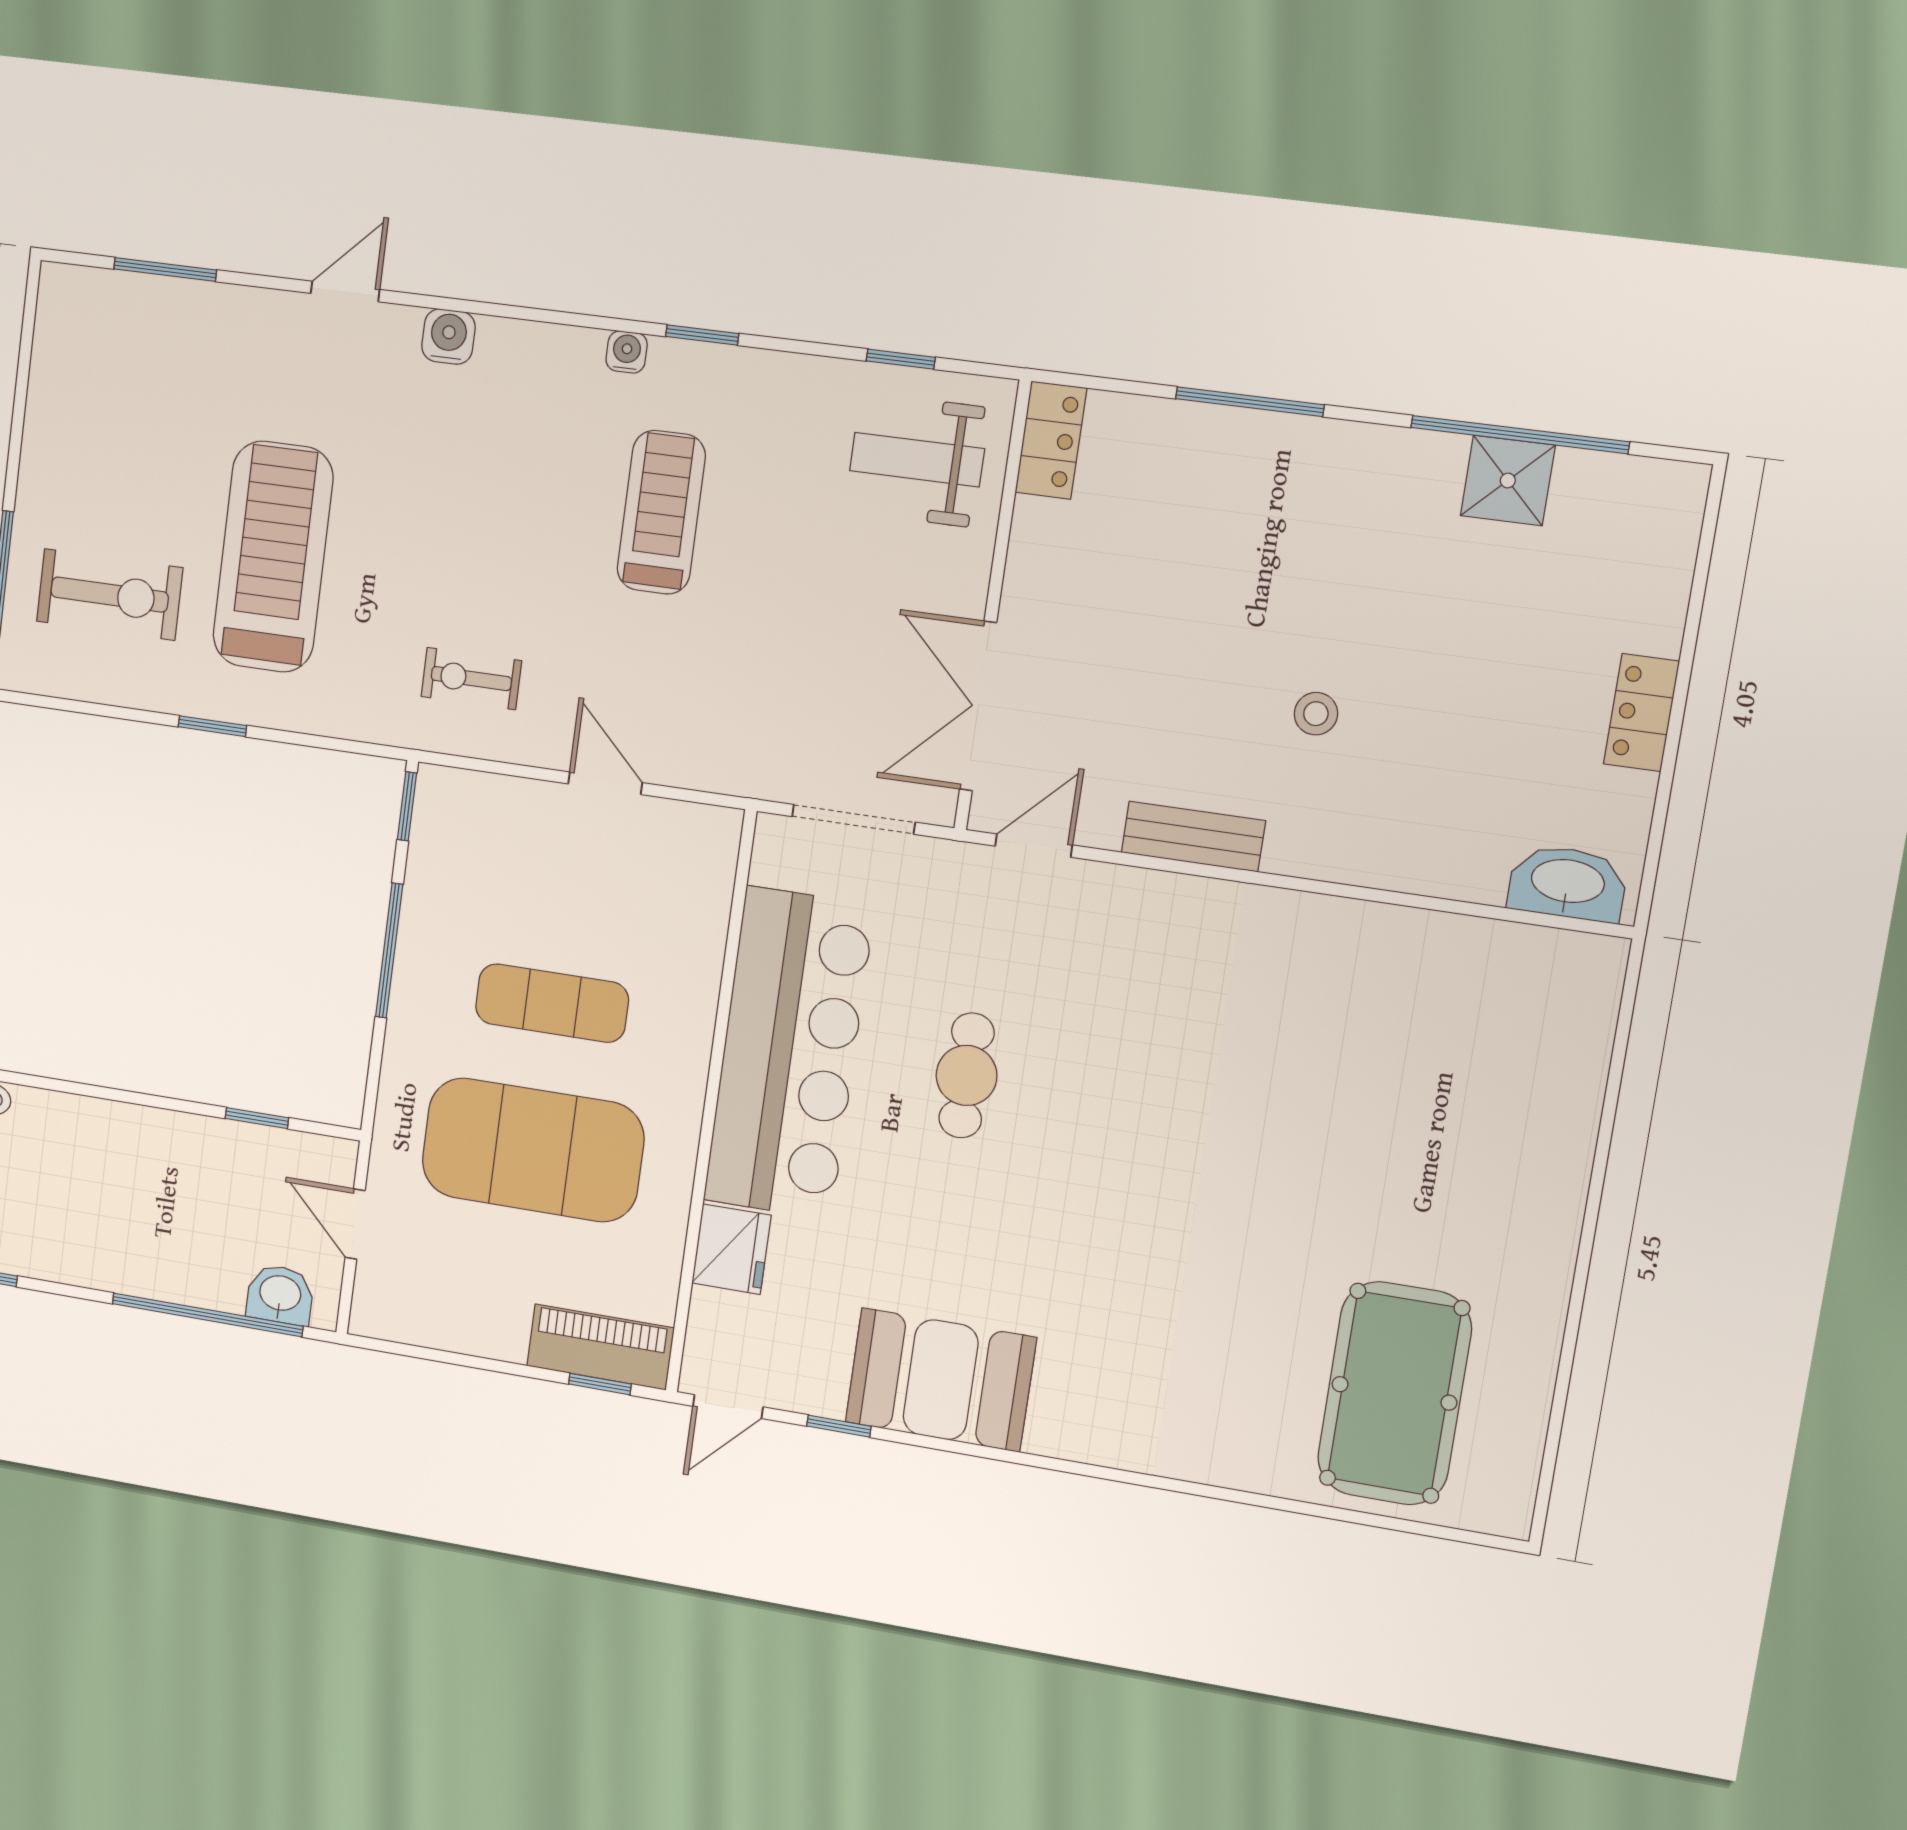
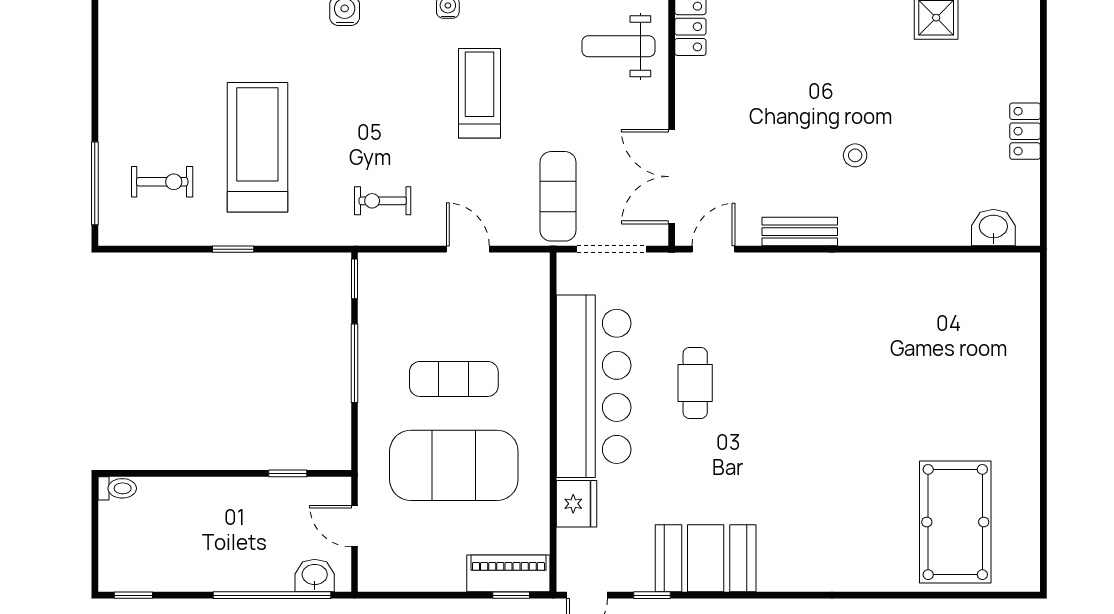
exercise bike: (110, 595) -> (162, 182), width x0.73, depth x0.72
exercise mat: (773, 713) -> (558, 196), added
washbasin: (1568, 883) -> (993, 228), width x0.72

